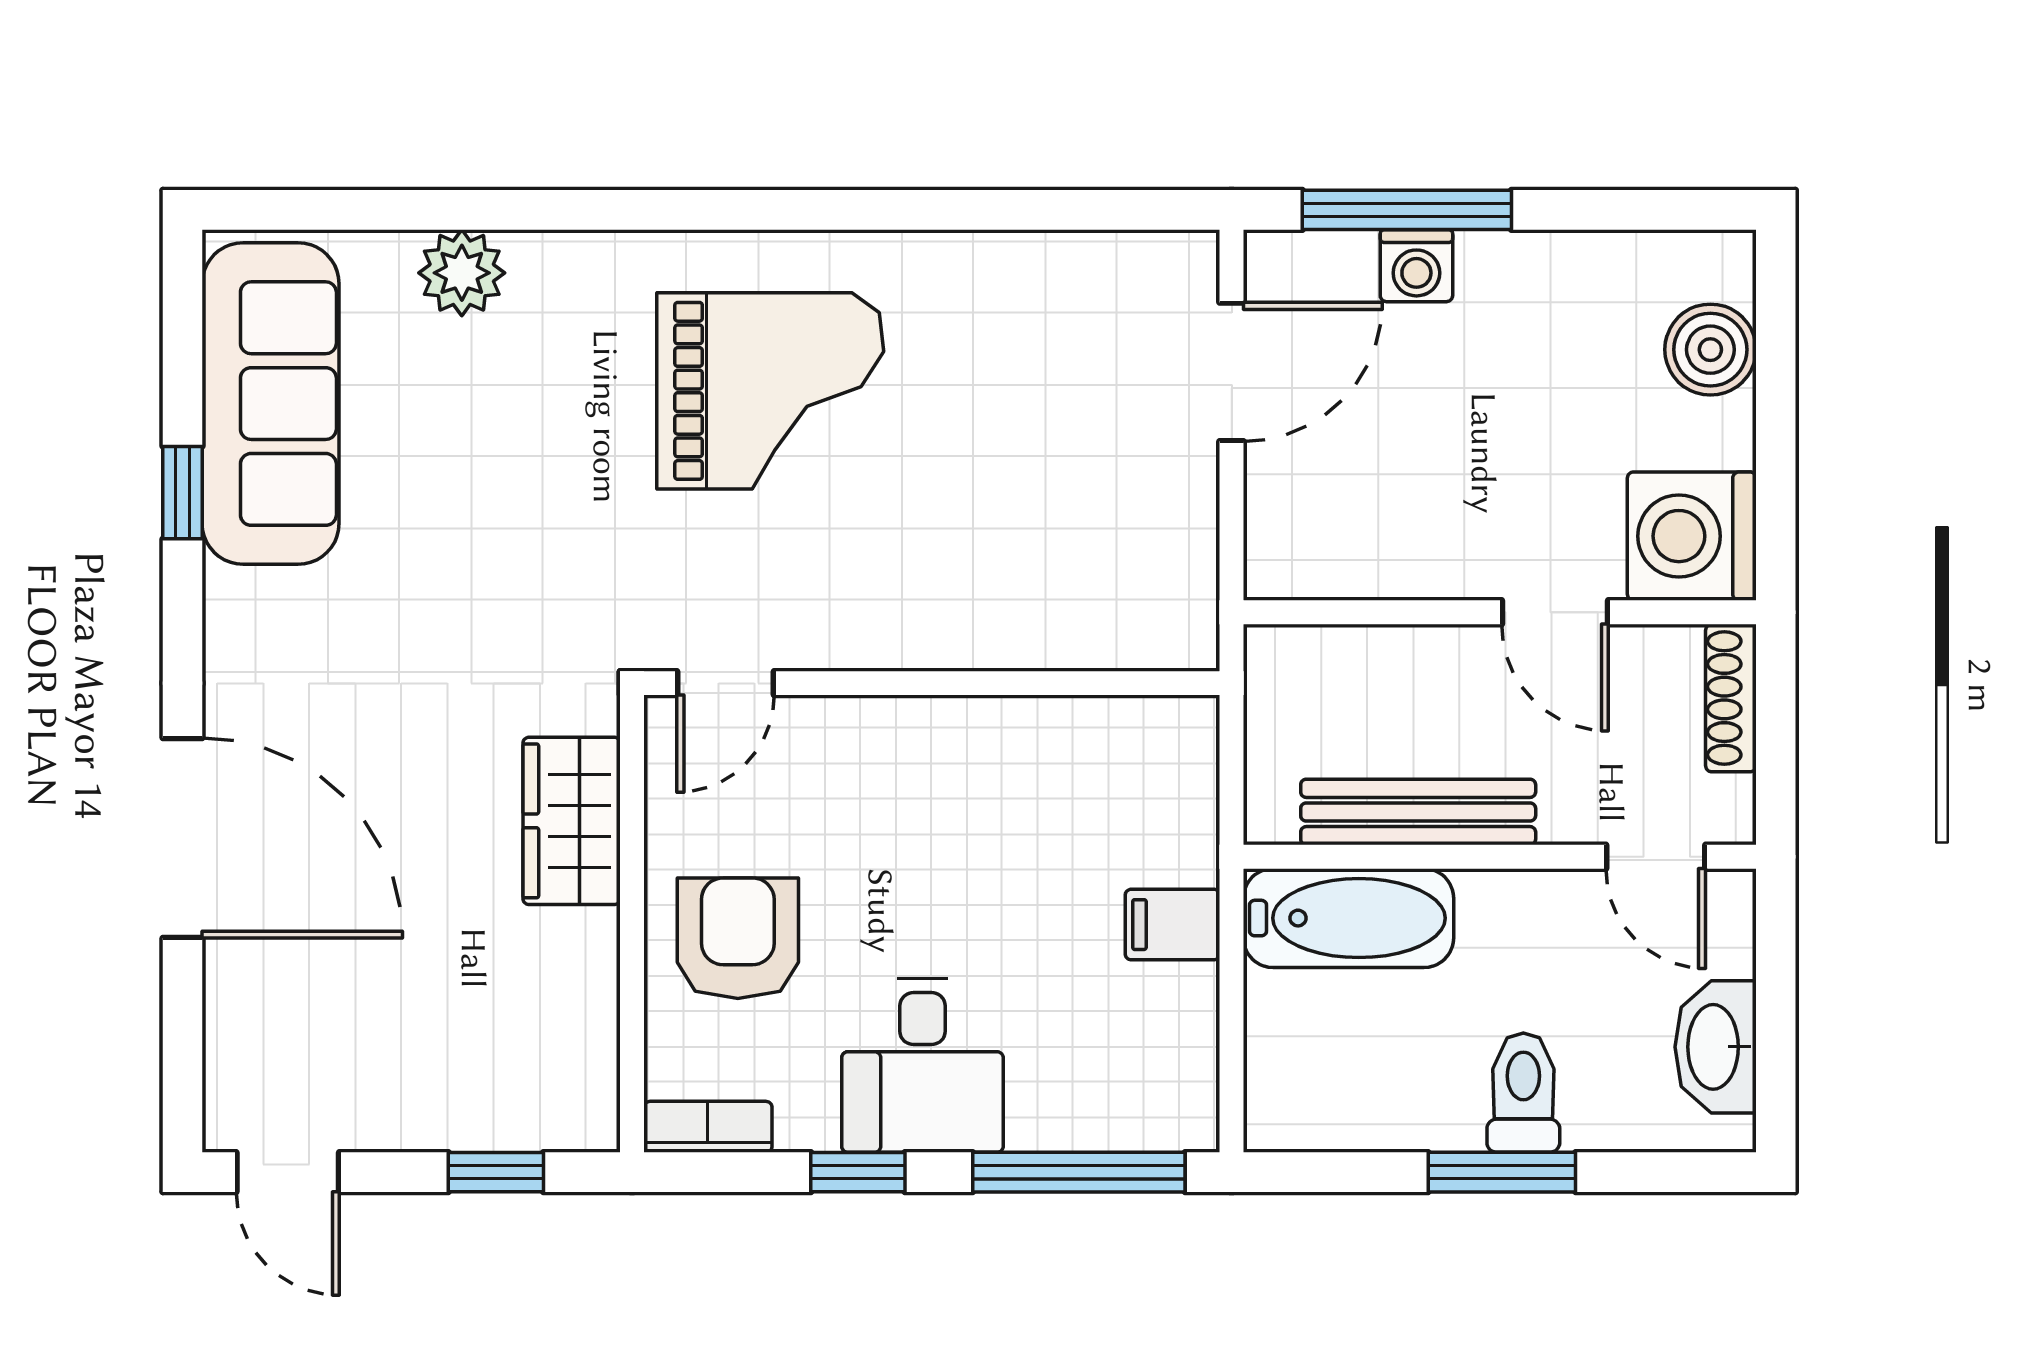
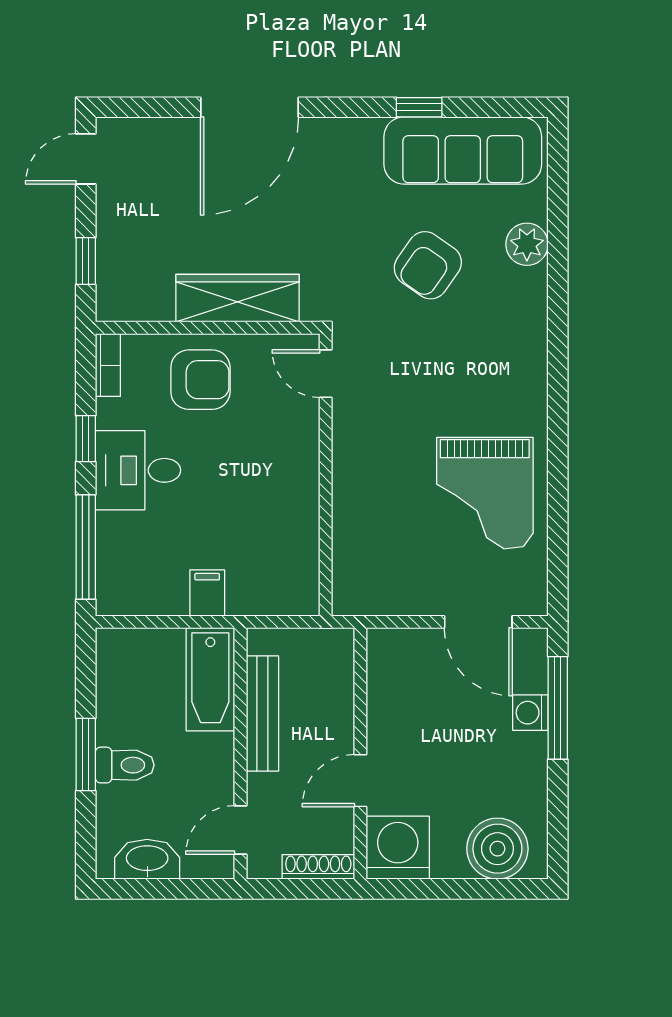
boiler: (1710, 350) -> (497, 849), width x1.37, depth x1.37
grand piano: (770, 391) -> (485, 493), moved
armchair: (505, 475) -> (428, 265), added
wardrobe: (572, 821) -> (237, 298), width x1.50

